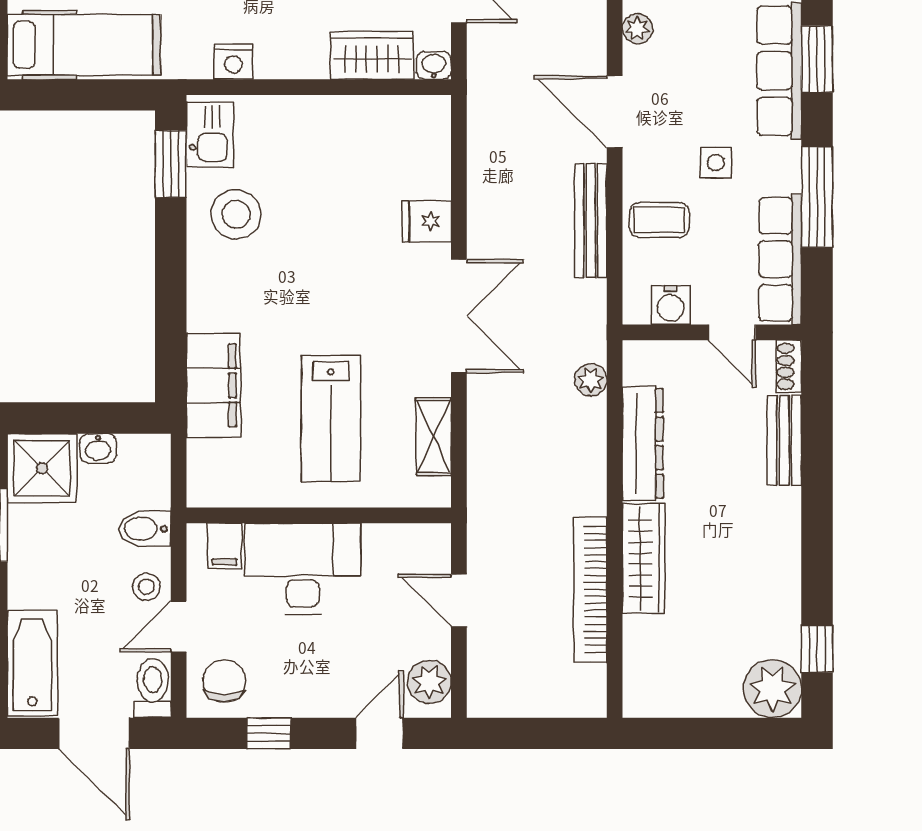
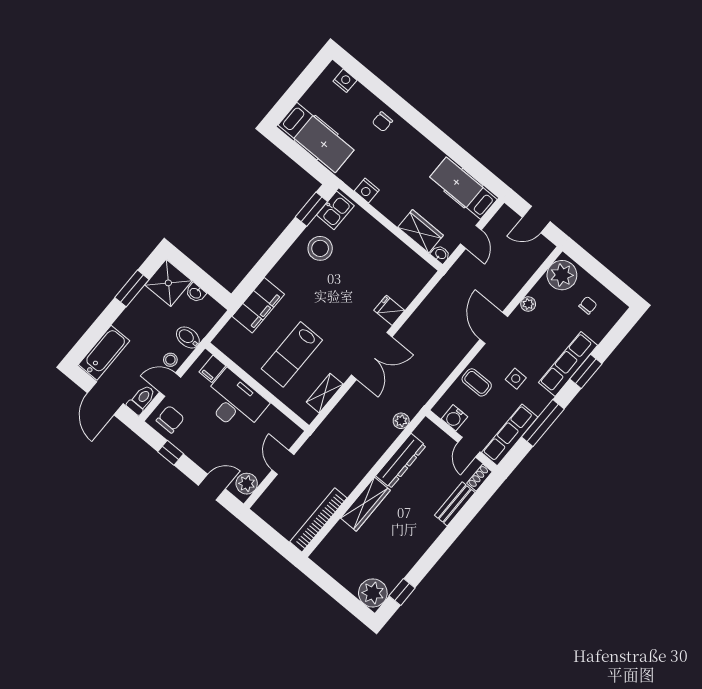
bench: (591, 221) -> (451, 361), removed
bookcase: (590, 590) -> (318, 520), moved

